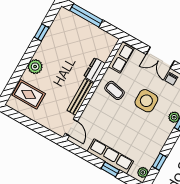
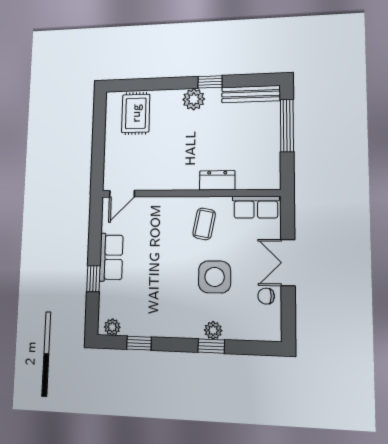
window: (42, 33) -> (210, 82), moved
plant: (35, 67) -> (194, 99), moved
bench: (80, 97) -> (251, 94), moved
row of seats: (110, 156) -> (111, 257), width x0.68

